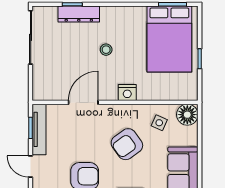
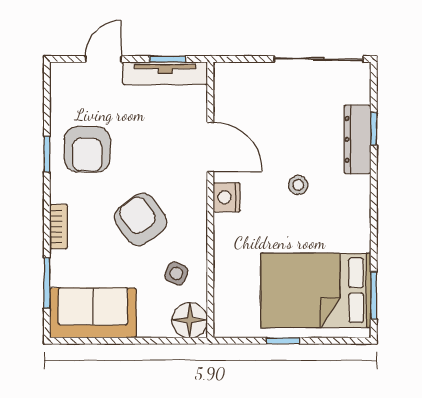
nightstand: (127, 93) -> (227, 197), moved

